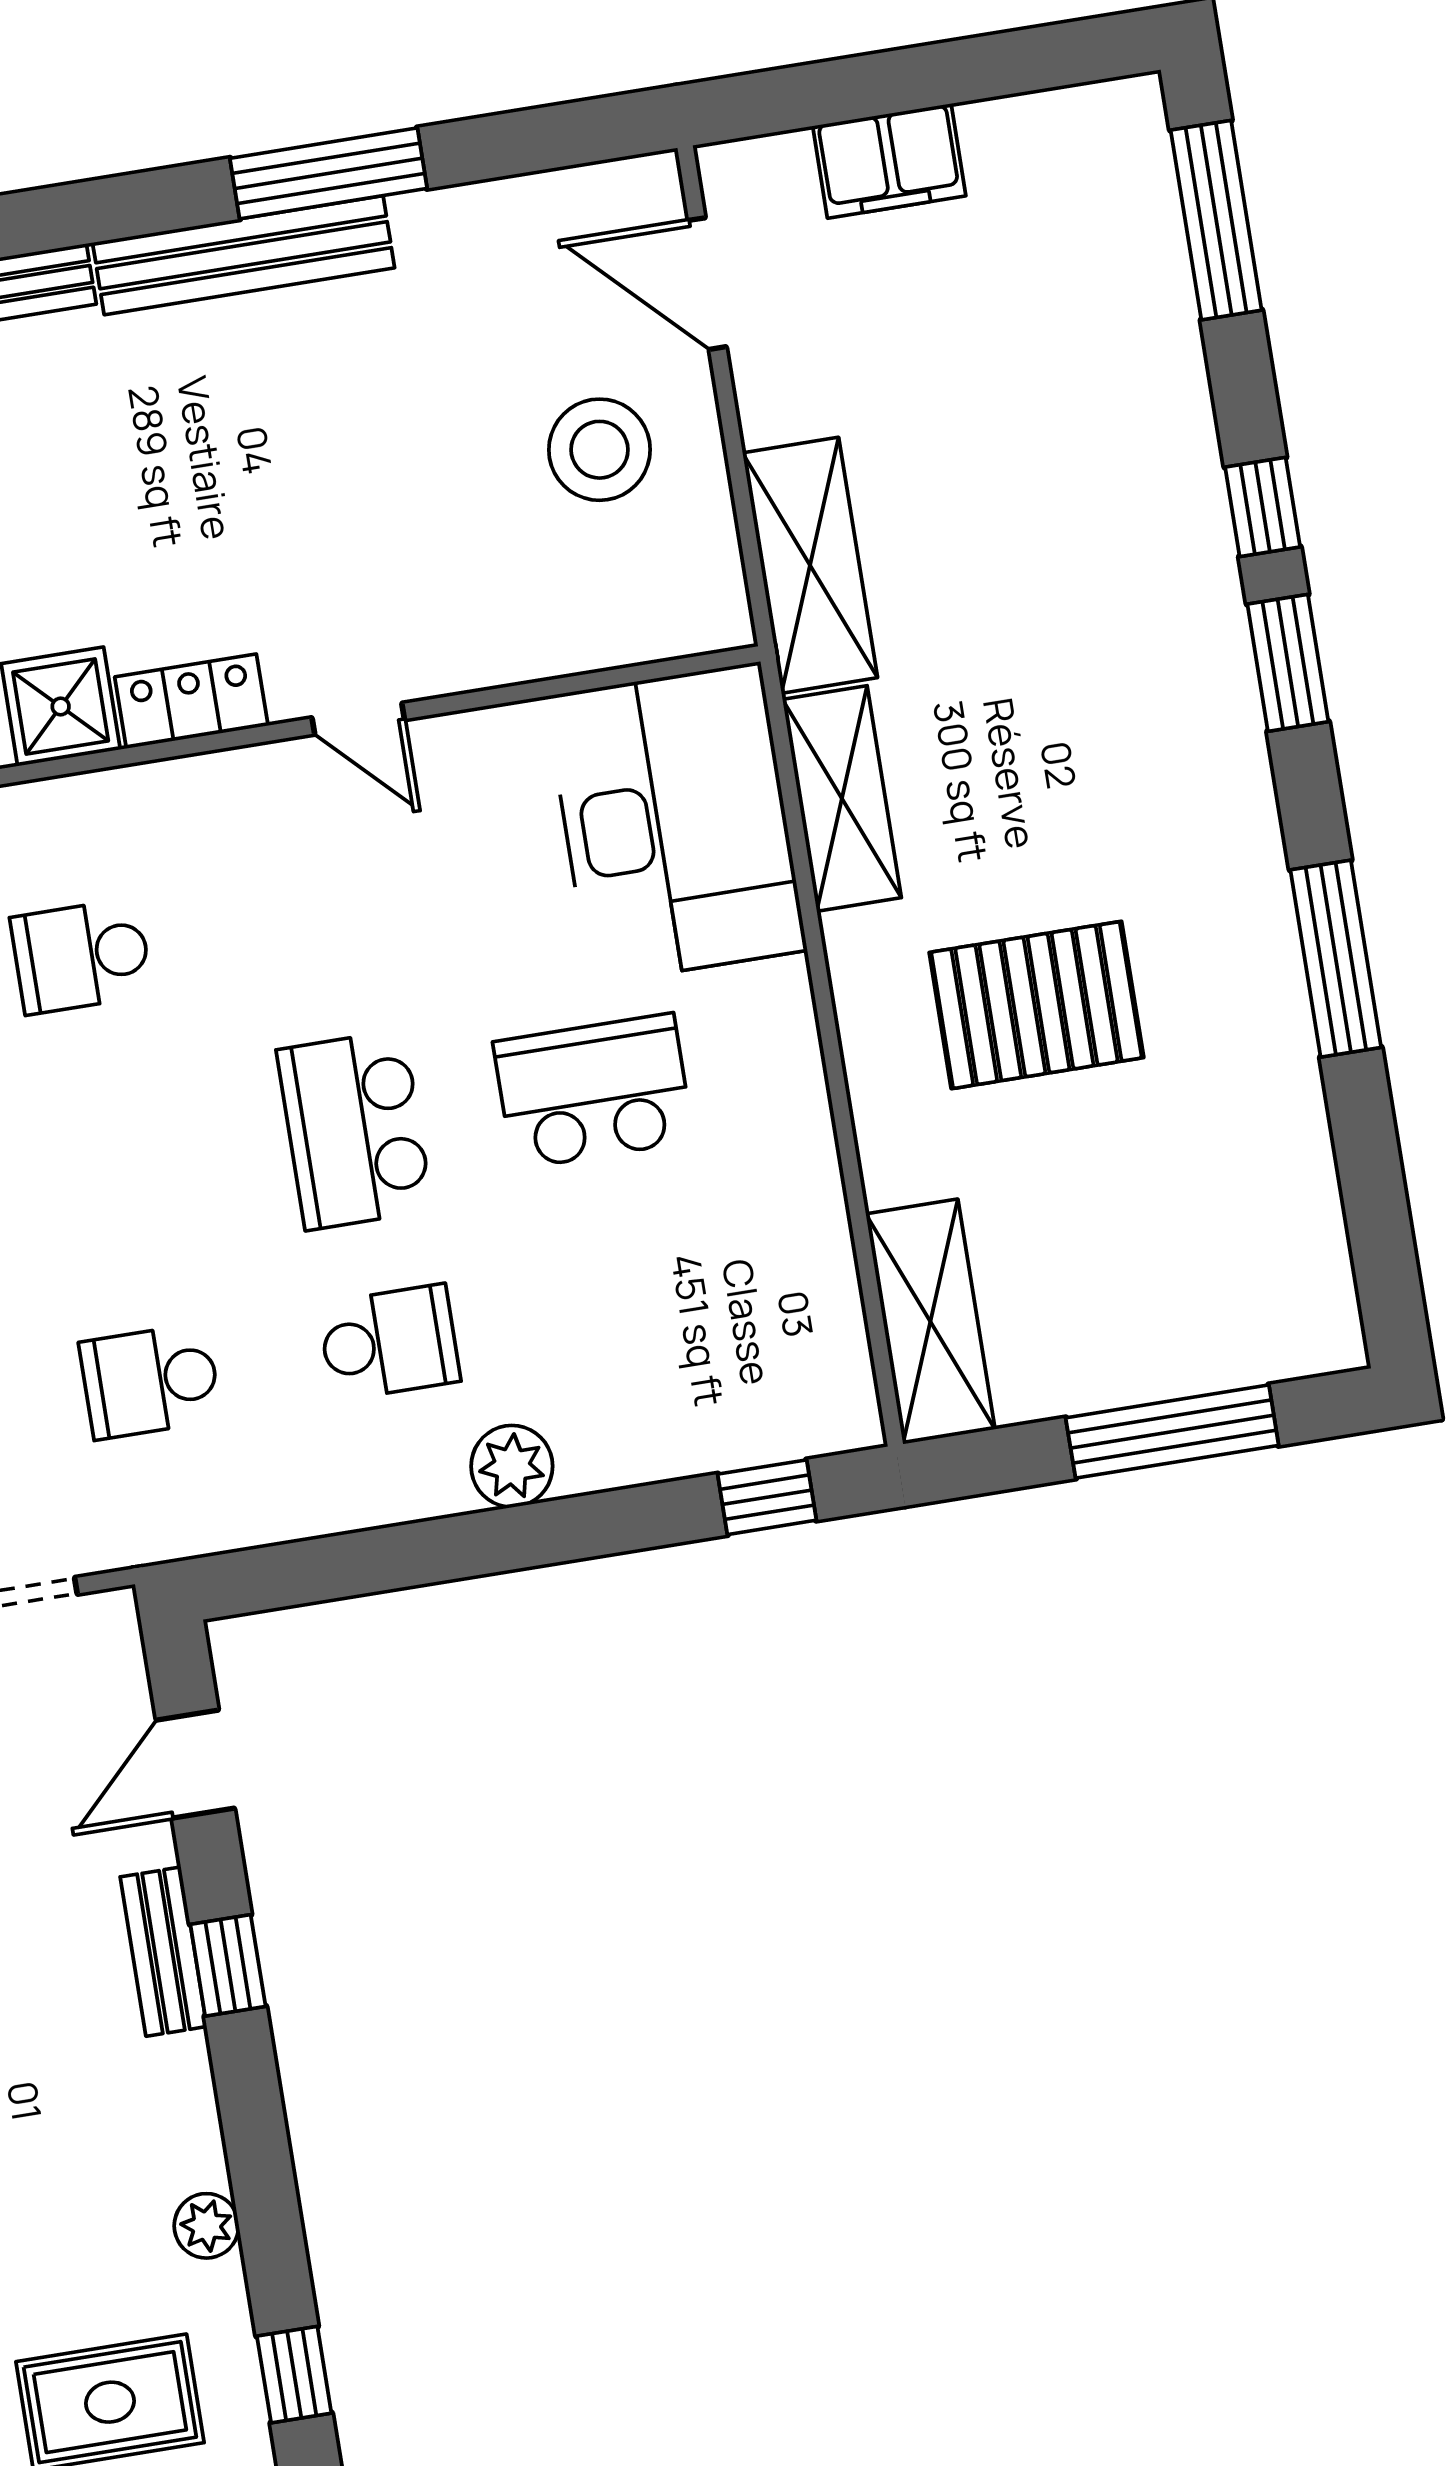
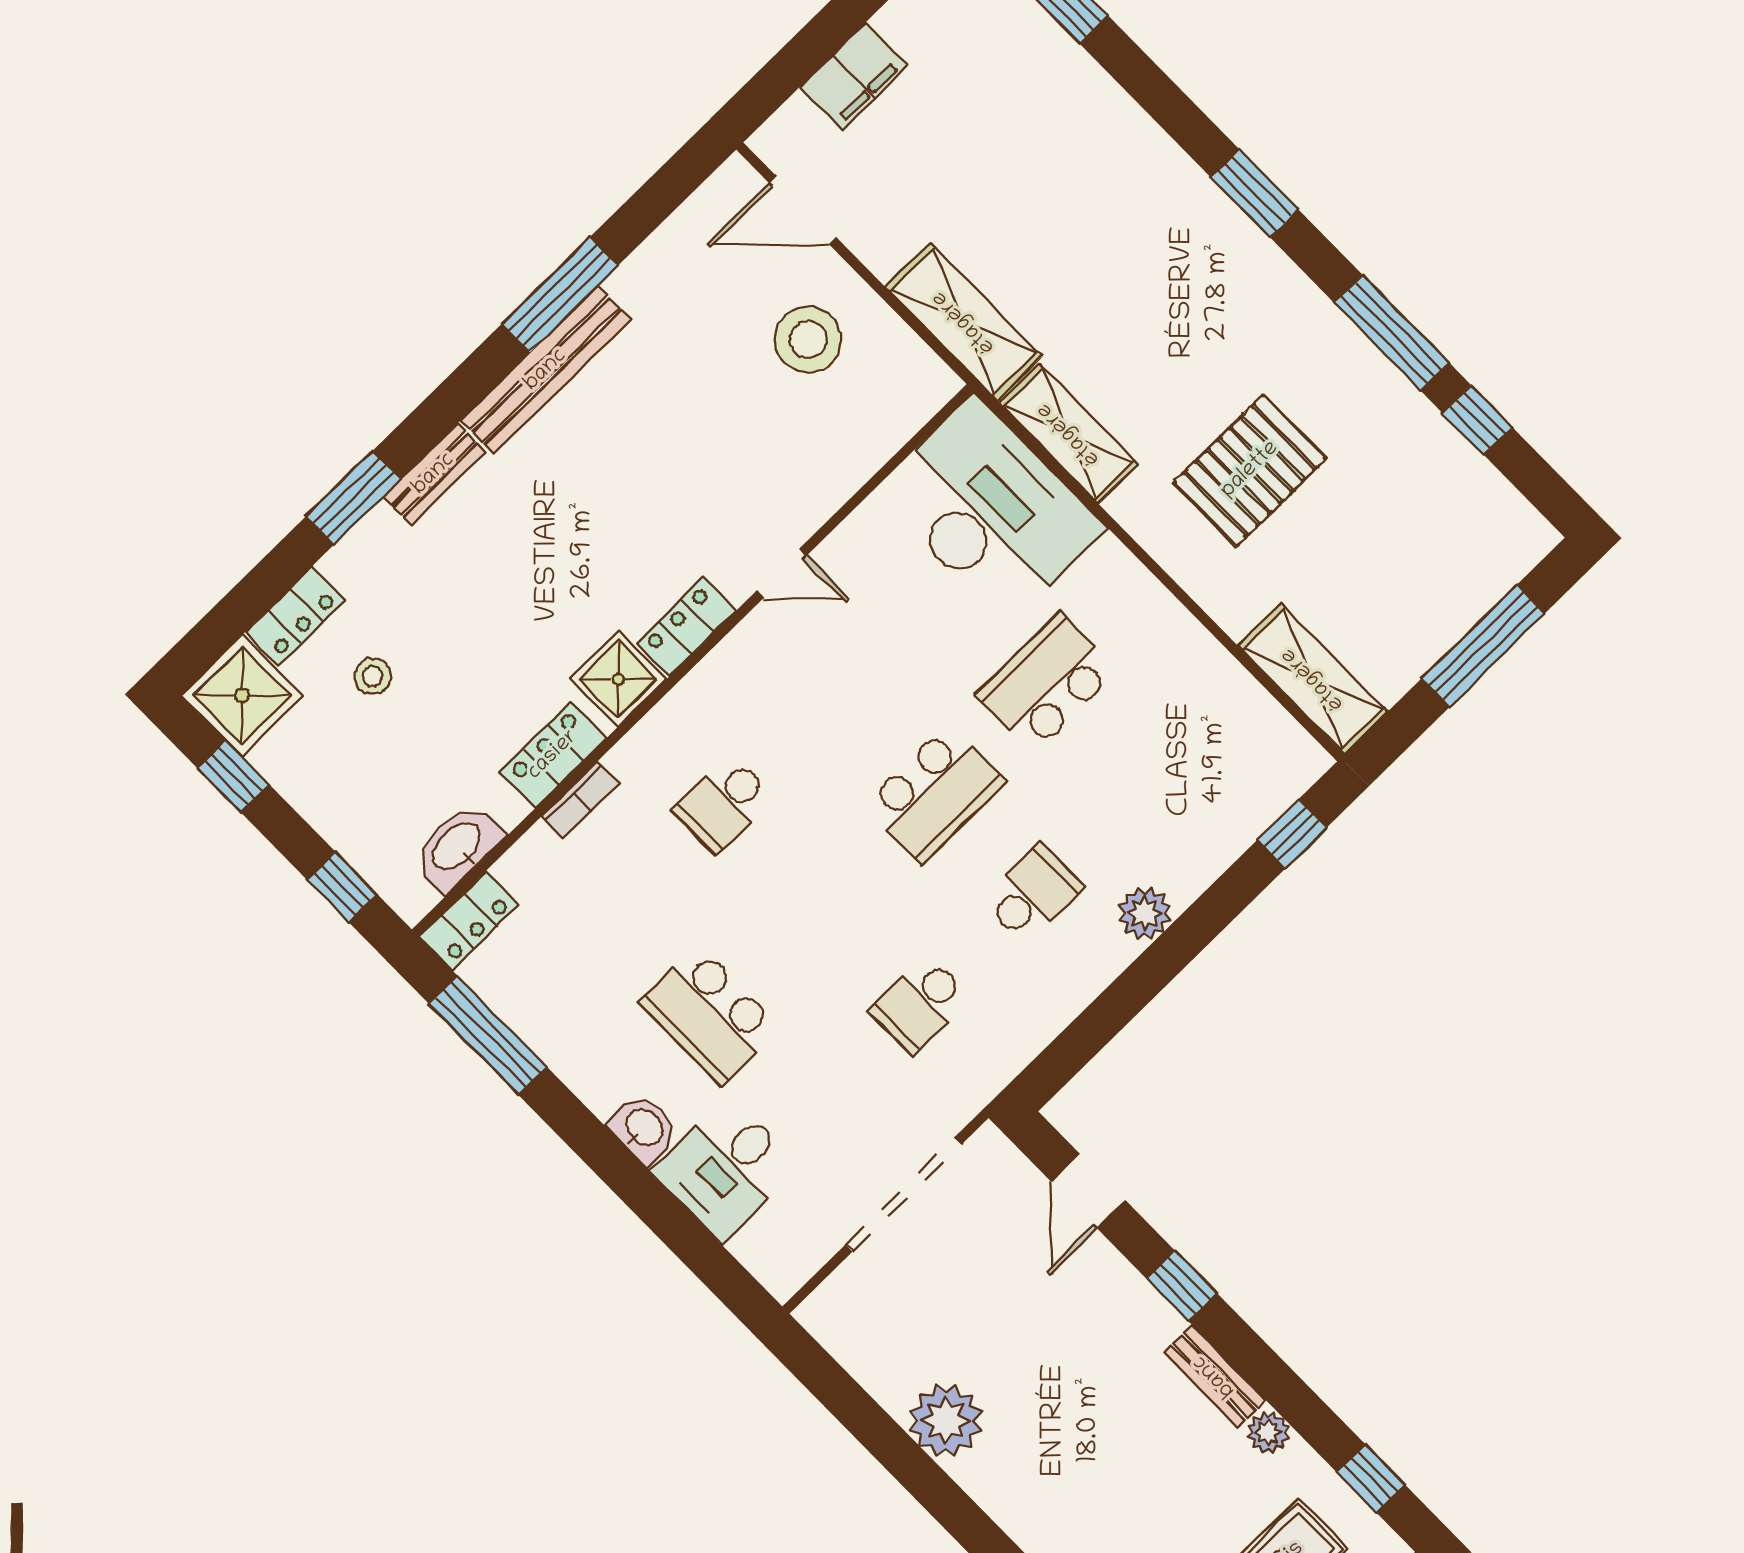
window: (1263, 507) -> (1477, 420), moved
school desk: (355, 1130) -> (934, 794), turned -90
bench: (163, 1952) -> (1214, 1376), moved

